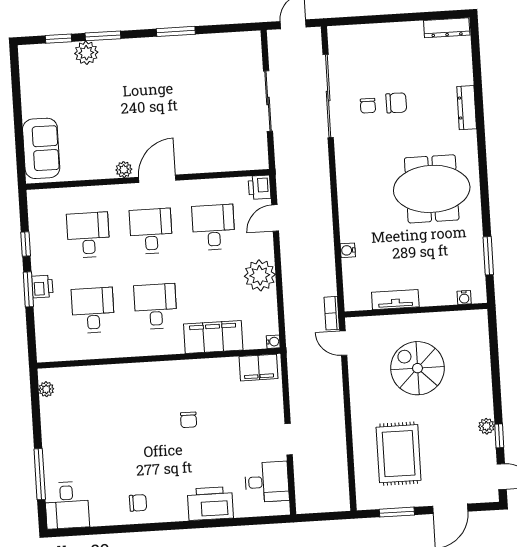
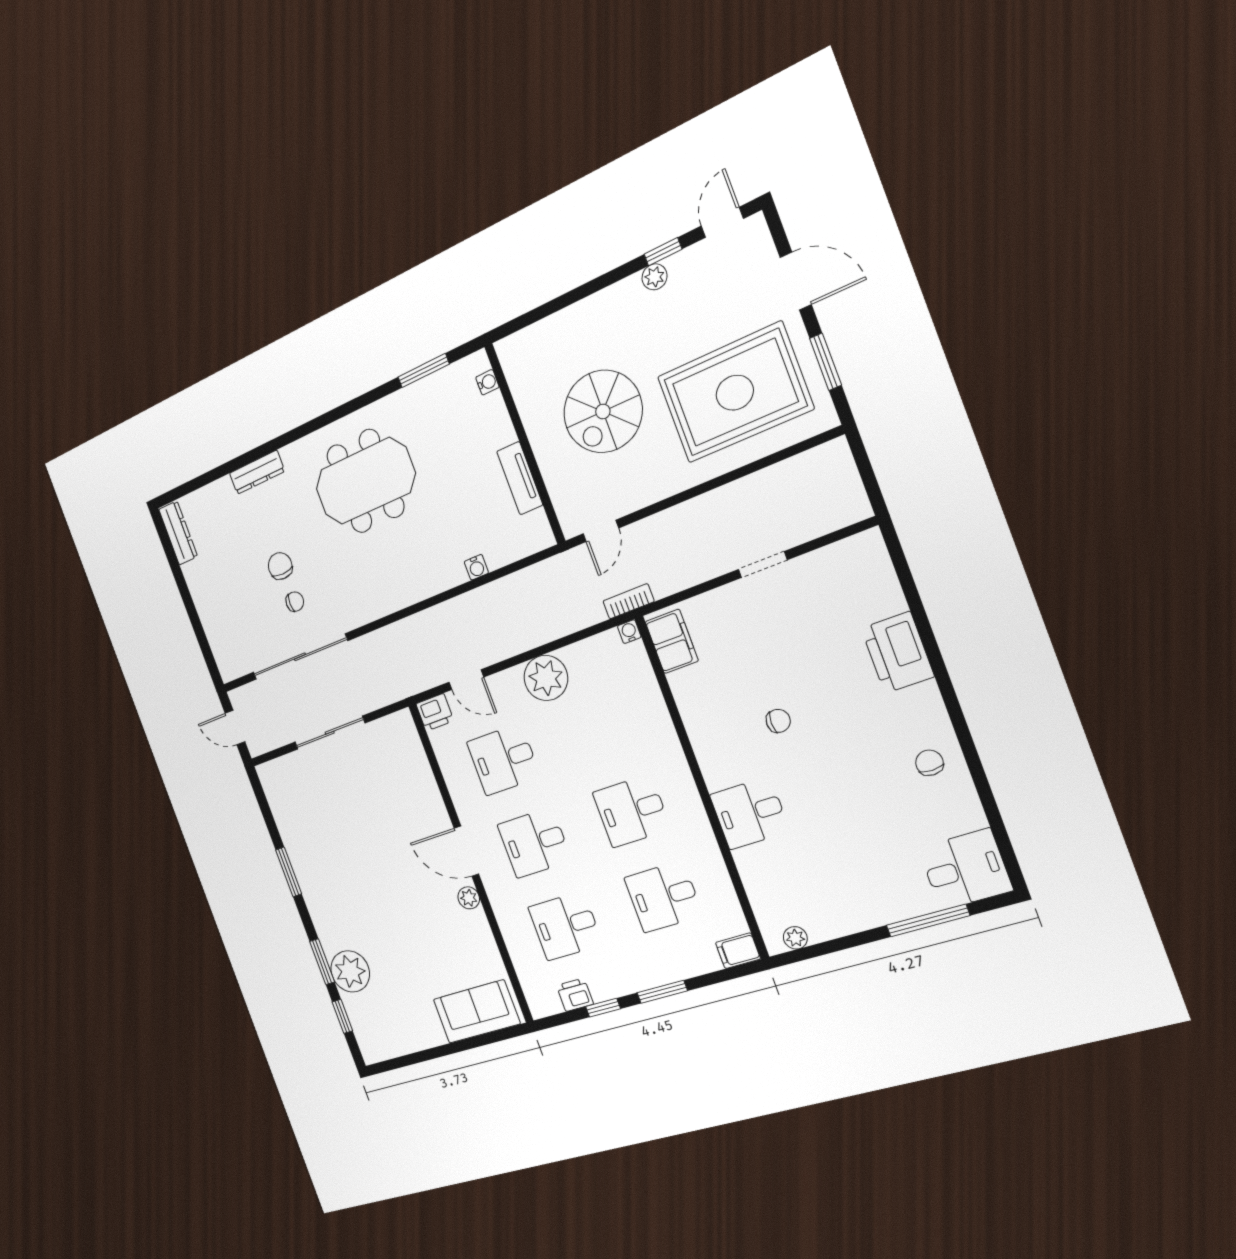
plant: (86, 53) -> (350, 971), width x1.36, depth x1.36
meeting table: (432, 189) -> (365, 481), turned 90
printer: (42, 287) -> (575, 995), moved
bookcase: (332, 313) -> (629, 601), moved, turned 180
filing cabinet: (213, 337) -> (738, 951), moved, width x0.33, depth x0.86
rug: (399, 454) -> (735, 393), width x1.37, depth x1.44
desk: (267, 482) -> (750, 813), moved, turned -90

